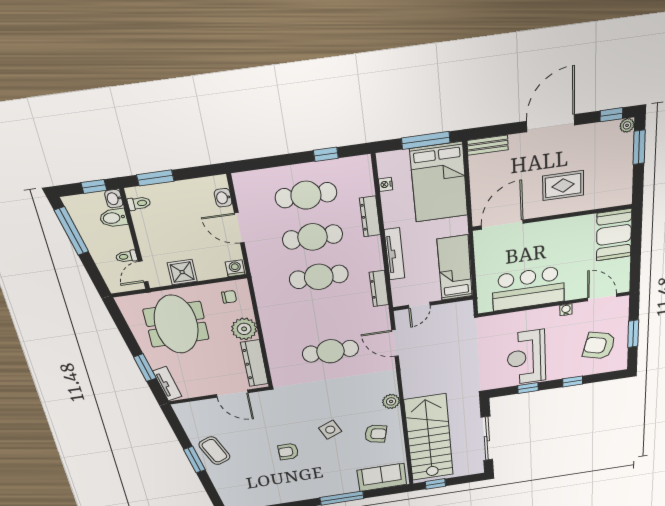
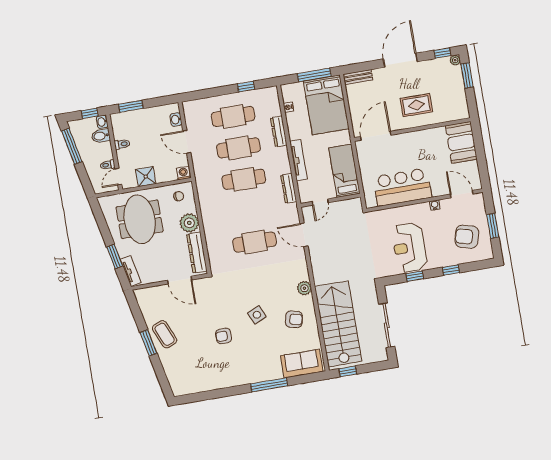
toilet: (139, 203) -> (122, 144), moved

